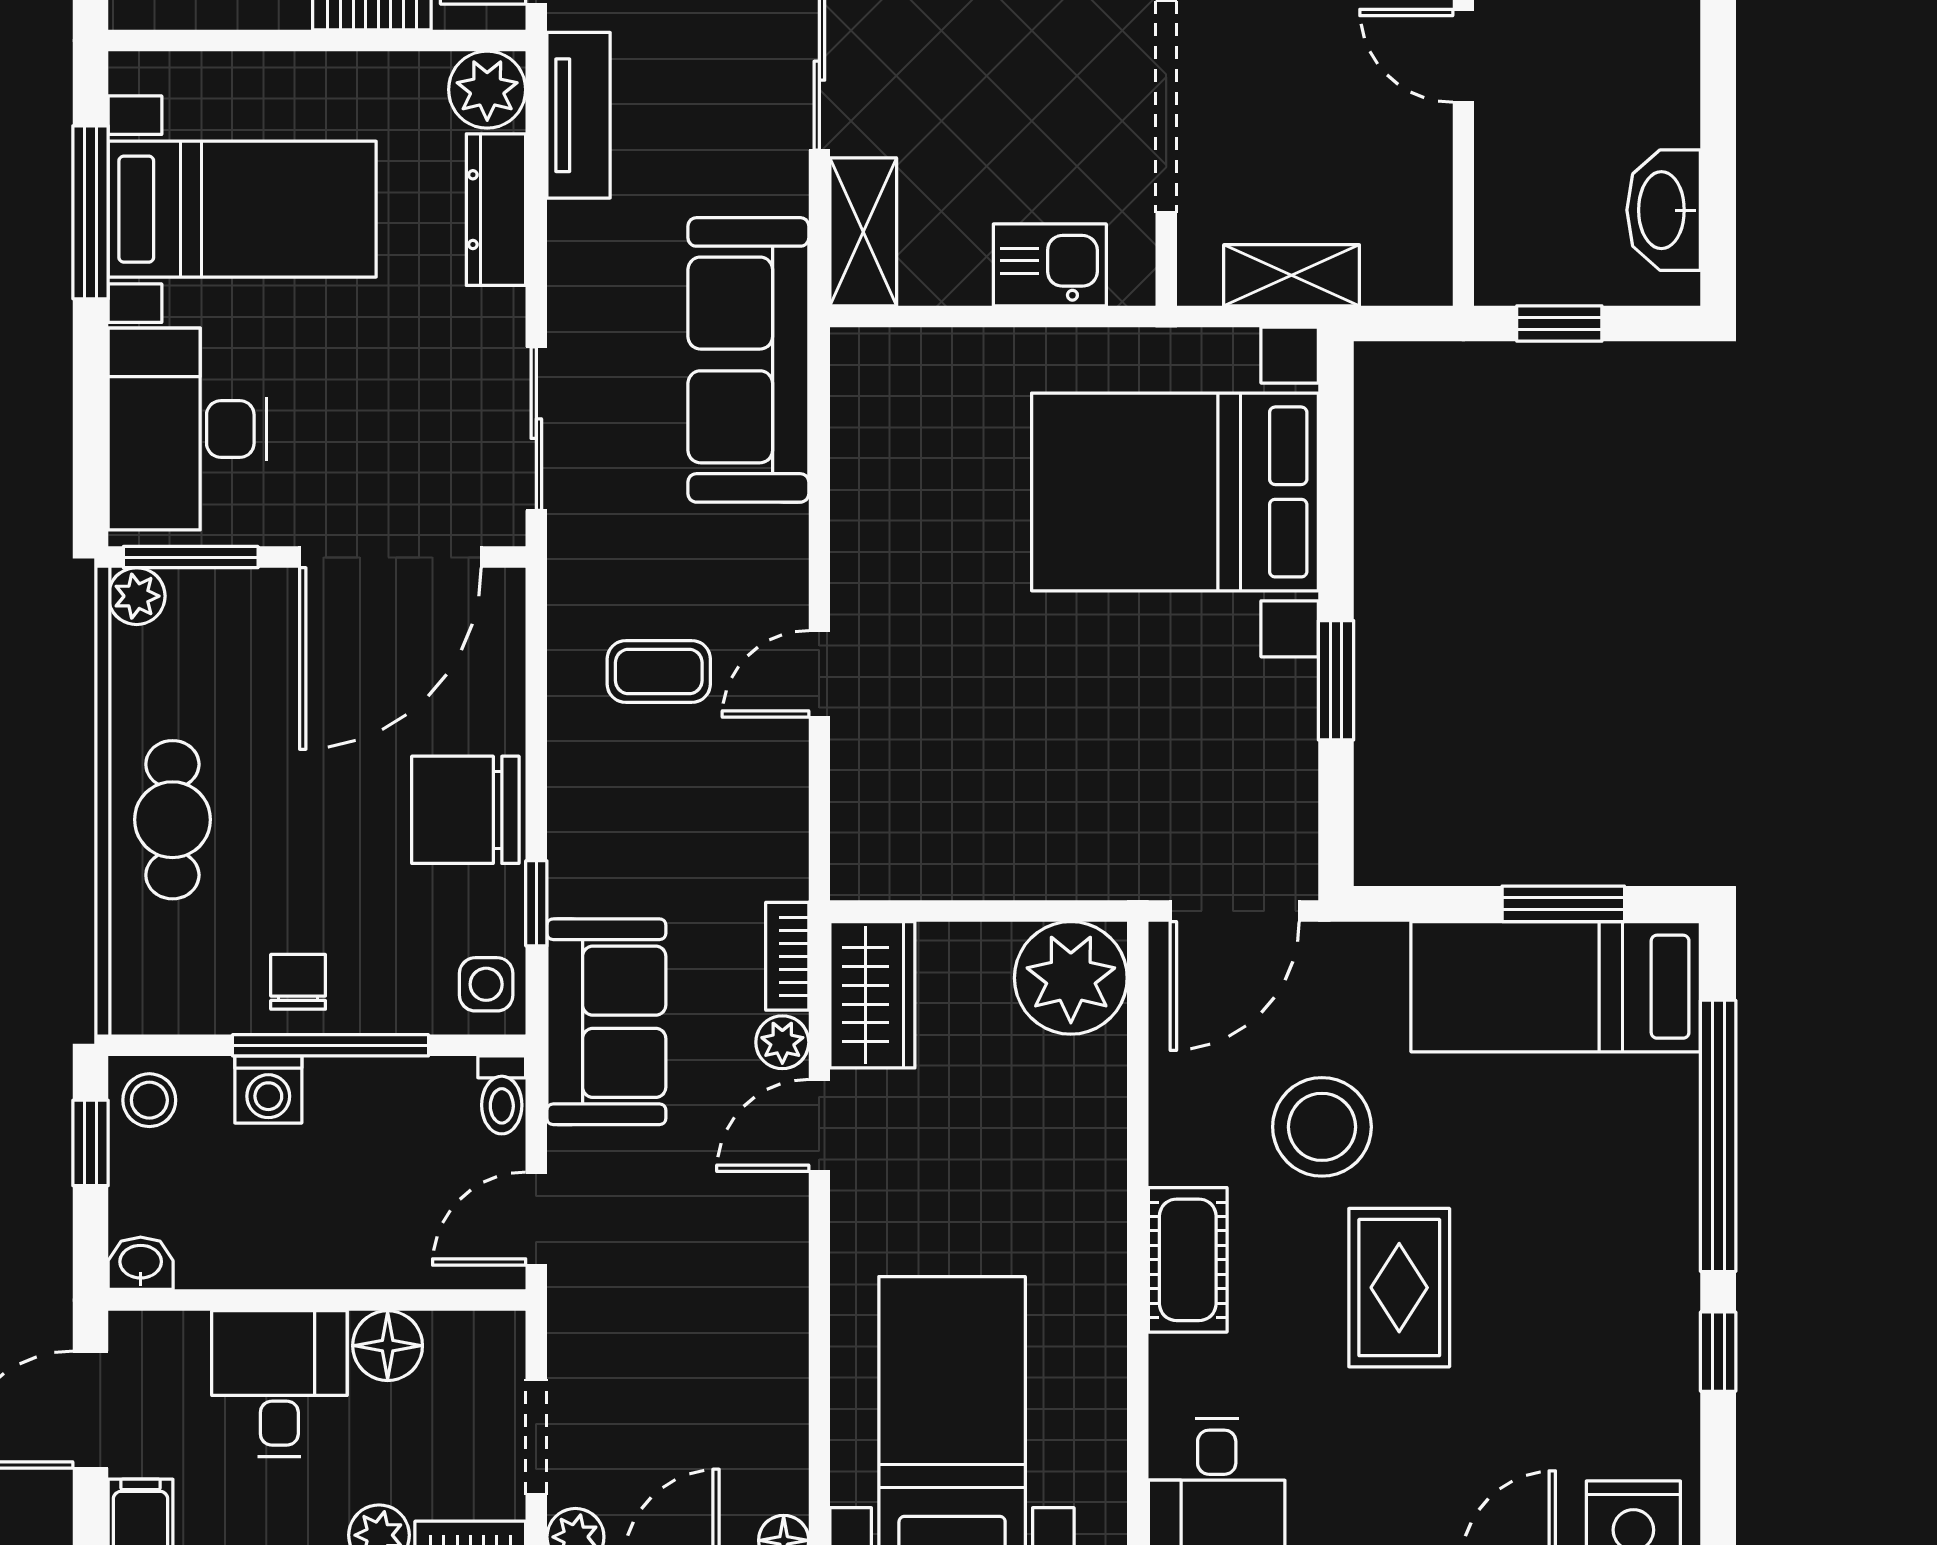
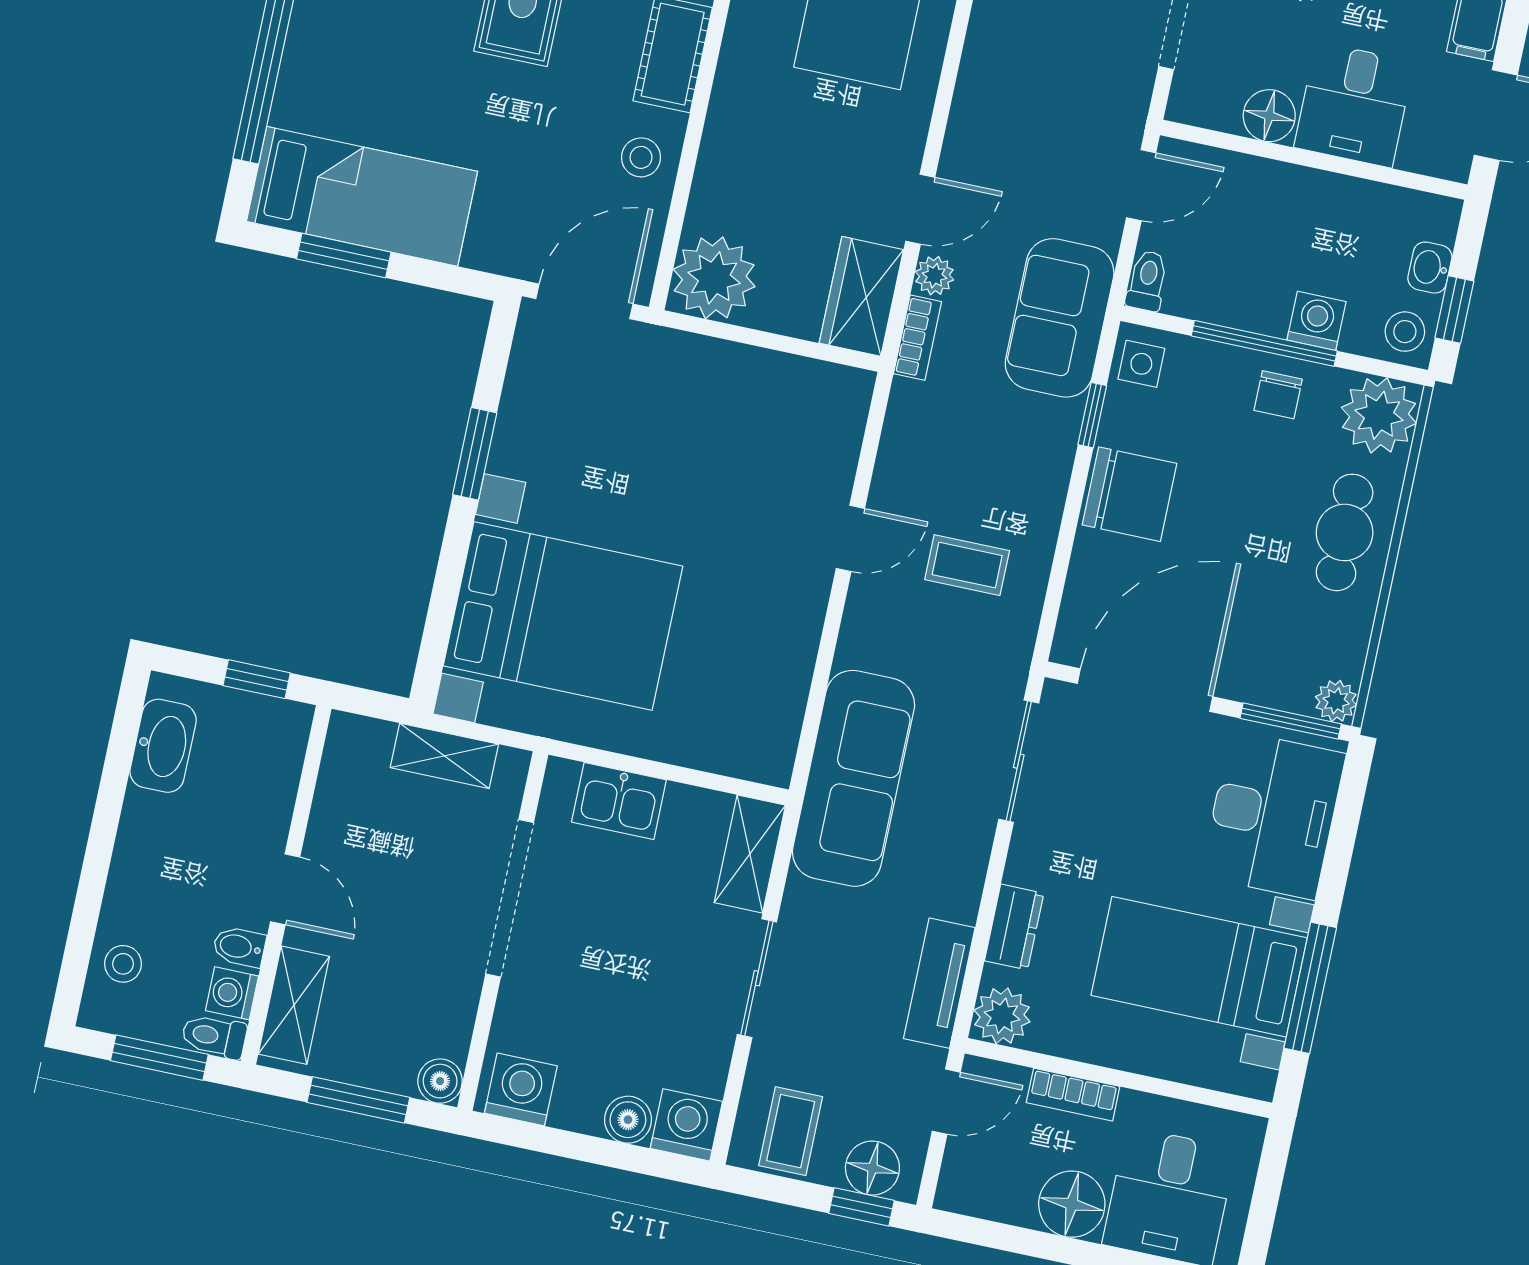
dresser: (496, 210) -> (1014, 927), width x0.70
plant: (160, 983) -> (1379, 415), added
stool: (1322, 1127) -> (641, 157), moved, width x0.53, depth x0.53
washbasin: (141, 1263) -> (1430, 268), moved, turned 90

